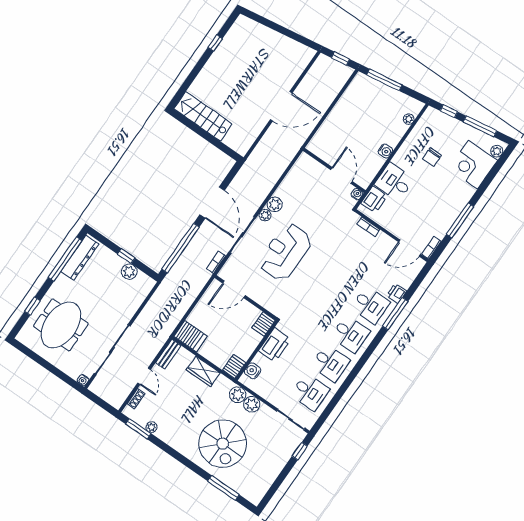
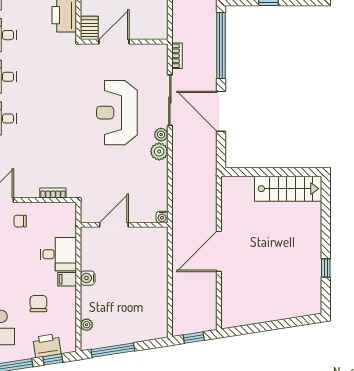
window: (384, 80) -> (113, 350), moved
filing cabinet: (400, 160) -> (67, 279), added
door: (341, 175) -> (114, 225), swing flipped
water cooler: (357, 194) -> (162, 217), moved
printer: (374, 199) -> (47, 346), moved, turned 81
chair: (405, 223) -> (20, 221), added
reception desk: (285, 252) -> (117, 113), turned 180
door: (234, 289) -> (114, 42), moved

